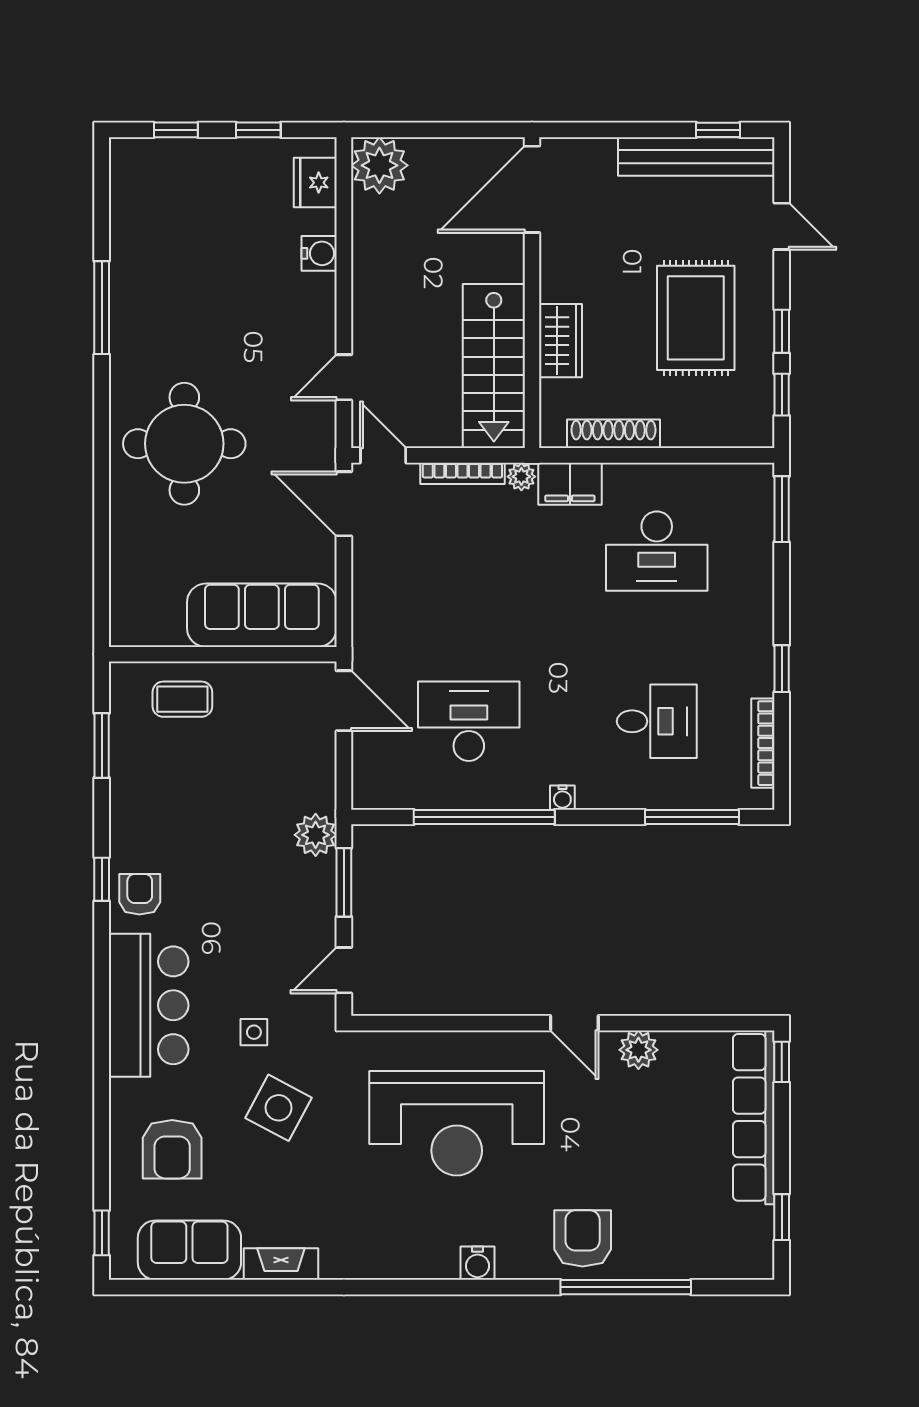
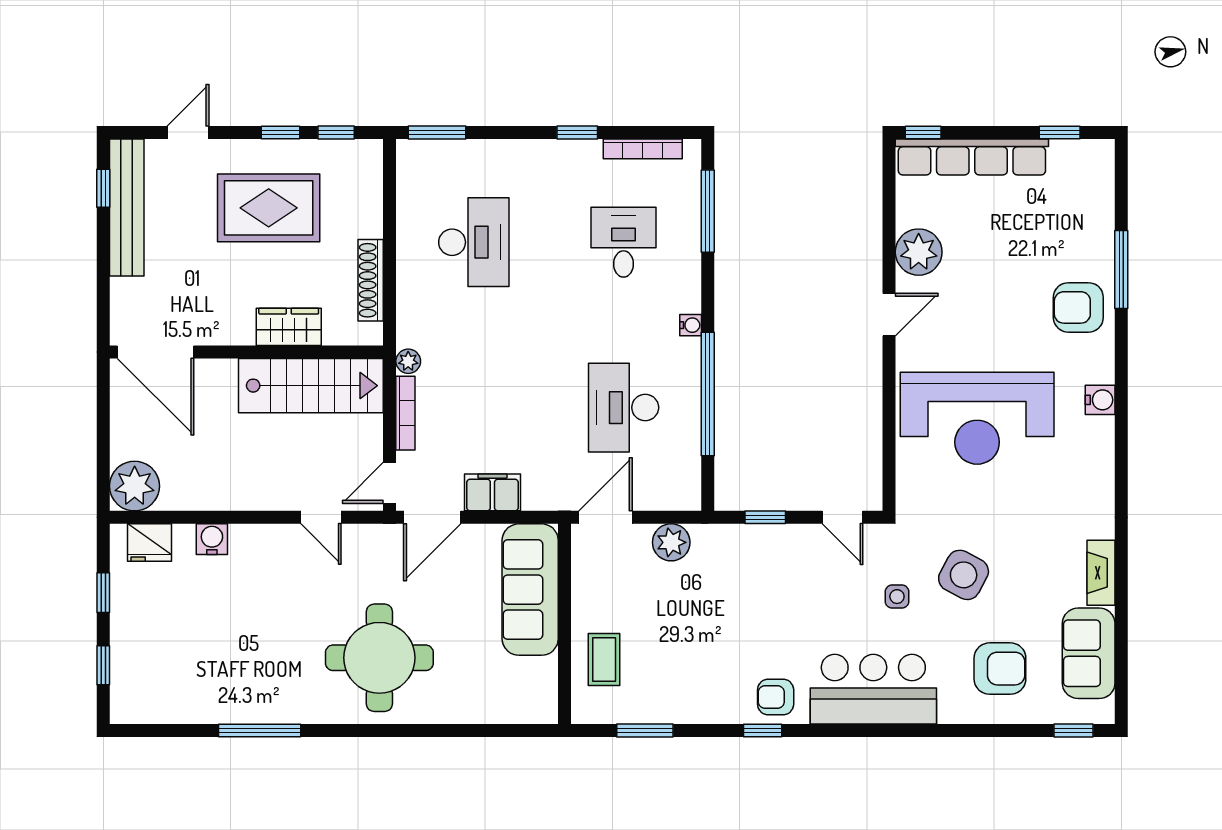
filing cabinet: (570, 484) -> (492, 492), moved, turned -90
plant: (316, 835) -> (671, 542), moved
window: (344, 882) -> (765, 517), width x0.67
plant: (638, 1050) -> (919, 252), width x1.36, depth x1.36
reception desk: (457, 1123) -> (977, 418), turned 90
window: (626, 1287) -> (1121, 269), width x0.68

